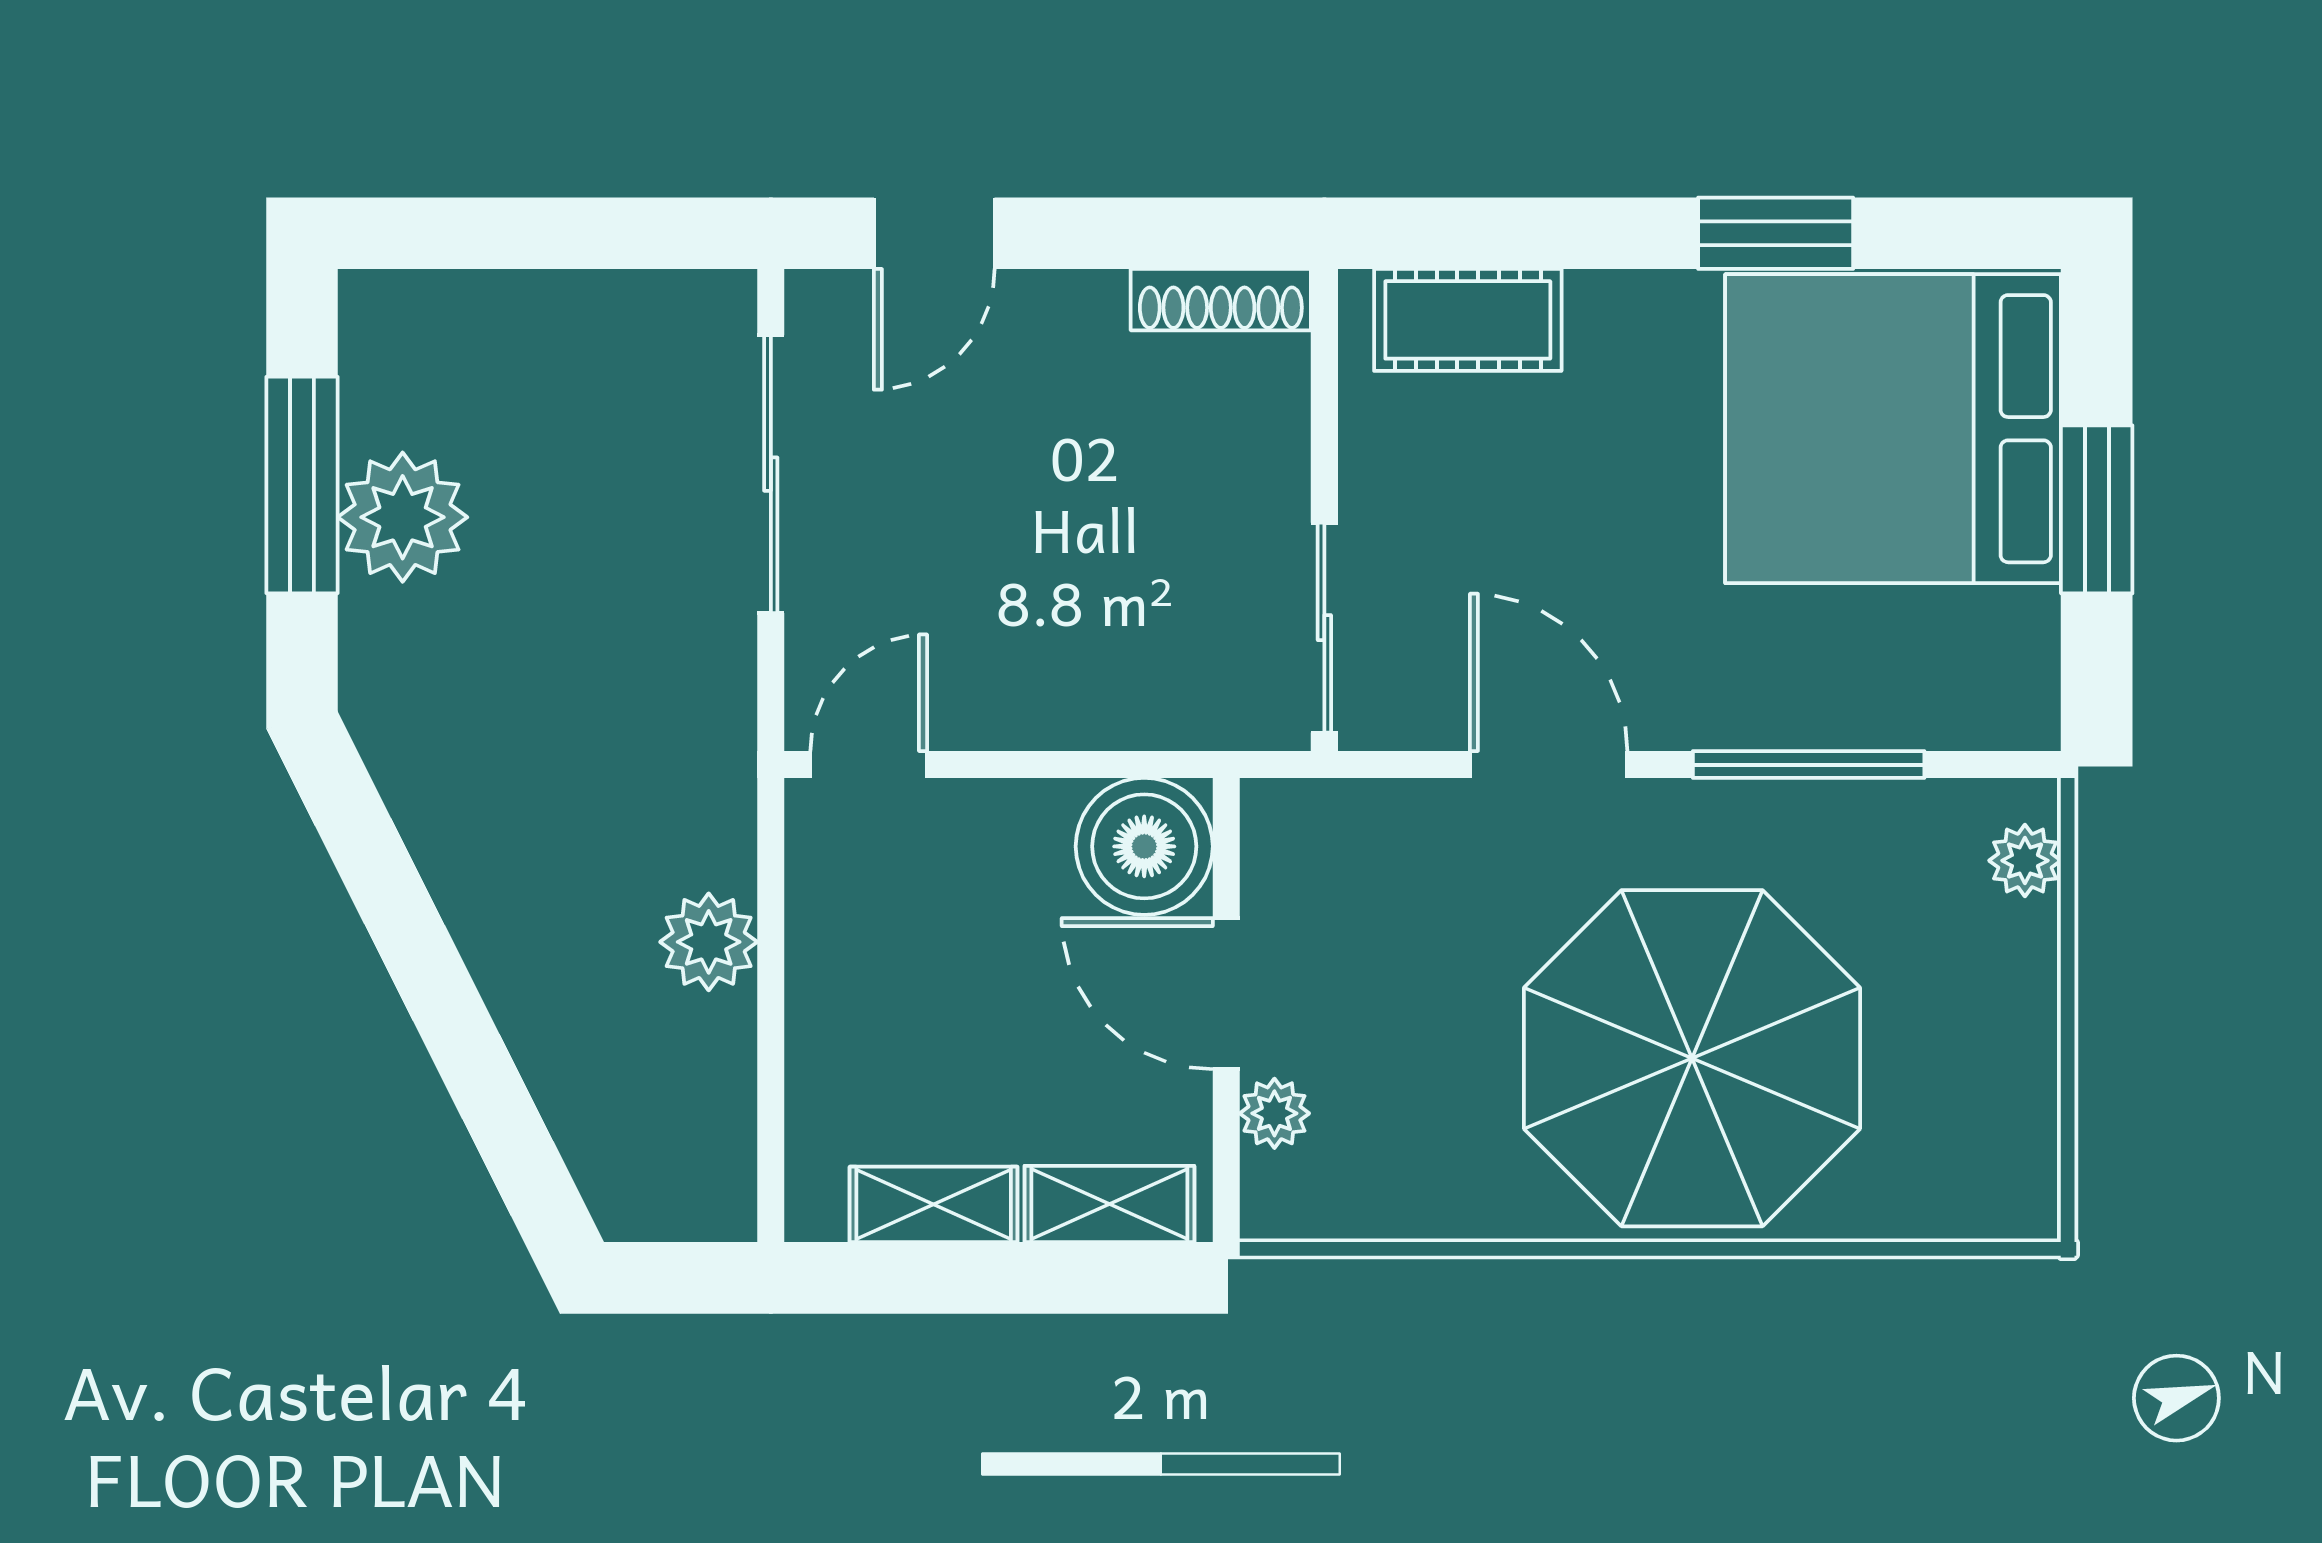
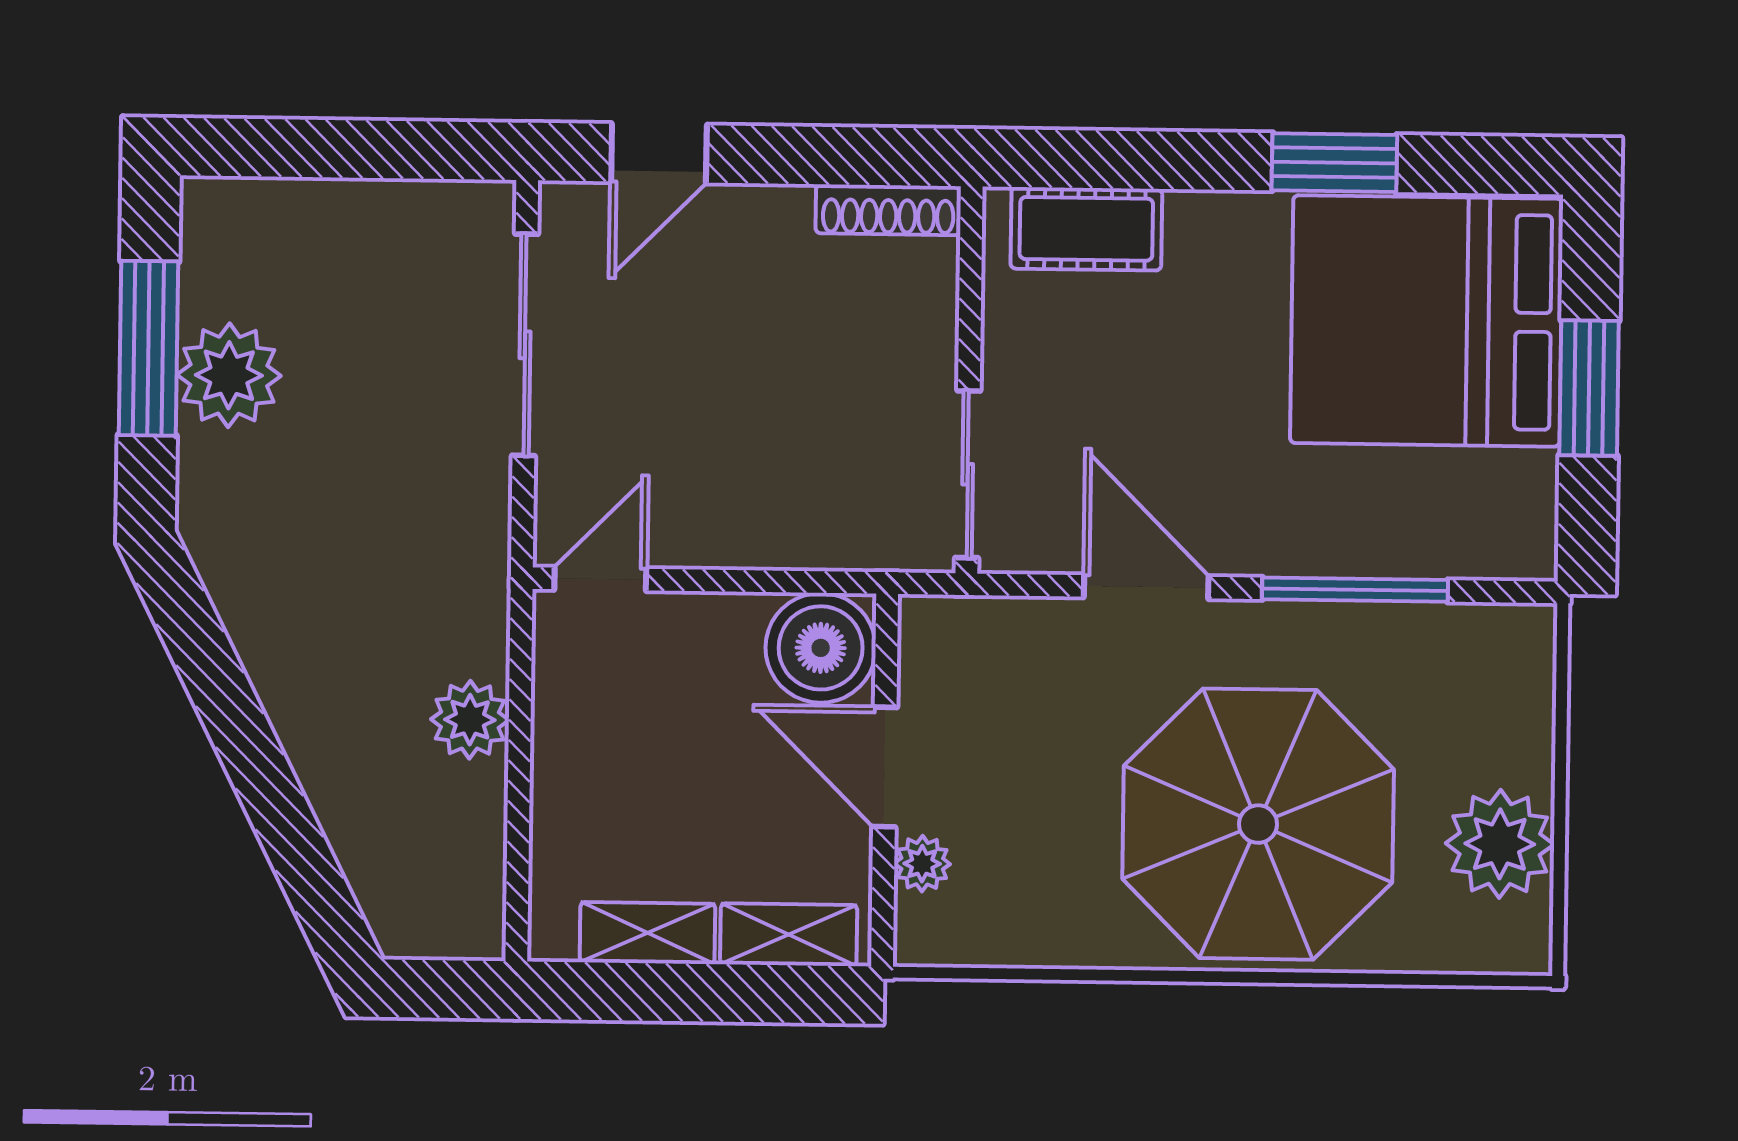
plant: (2025, 861) -> (1500, 844), moved, width x1.88, depth x1.88

